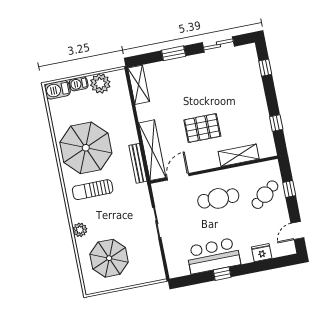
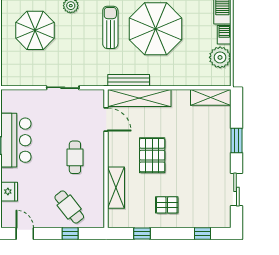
pallet: (245, 106) -> (167, 205), added
cafe table: (218, 198) -> (75, 157), width x0.73, depth x0.74

